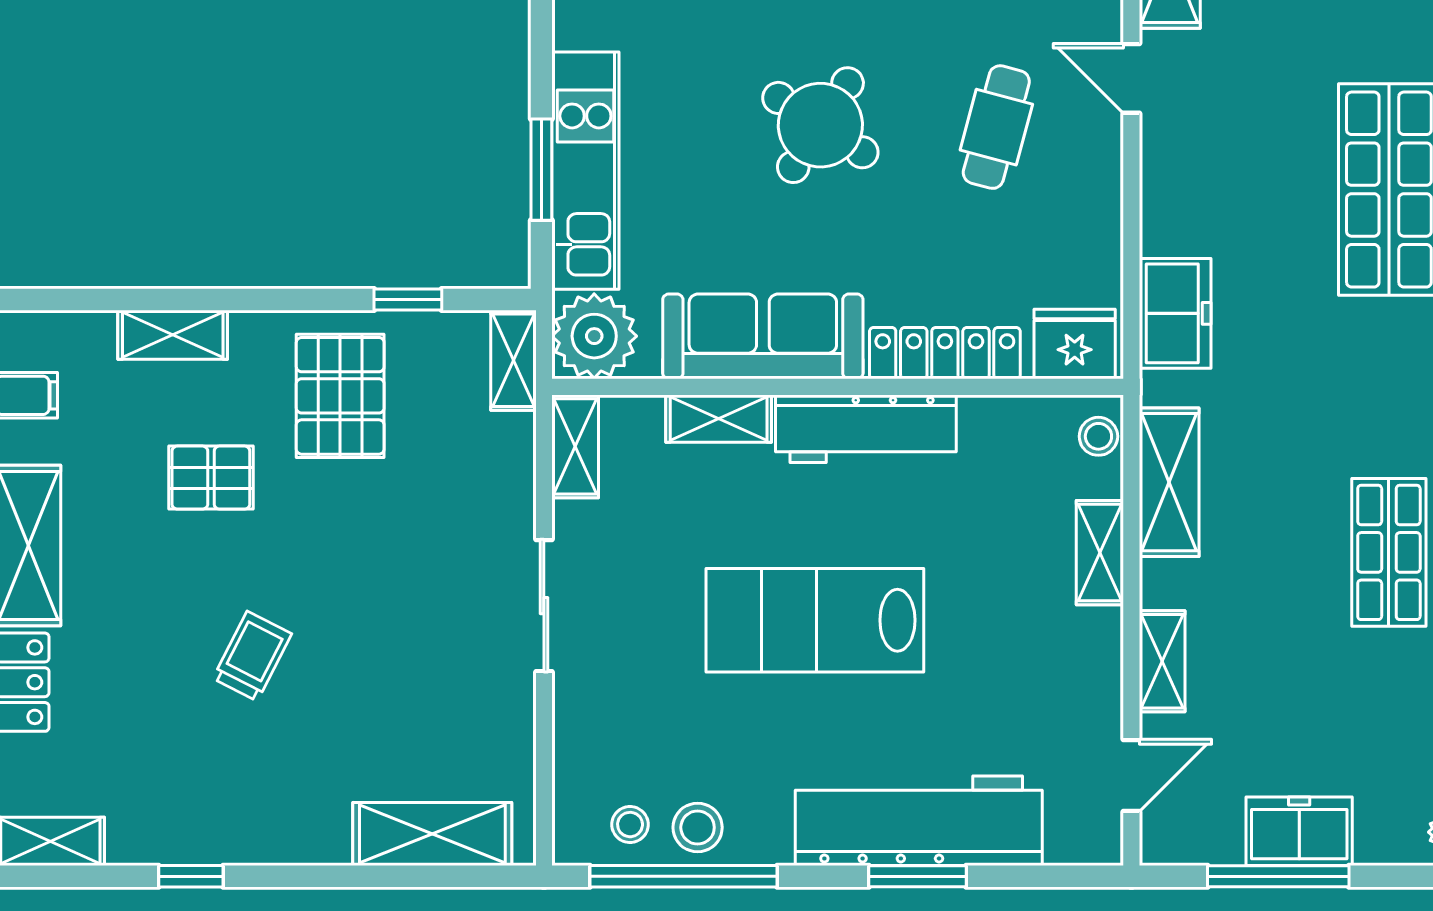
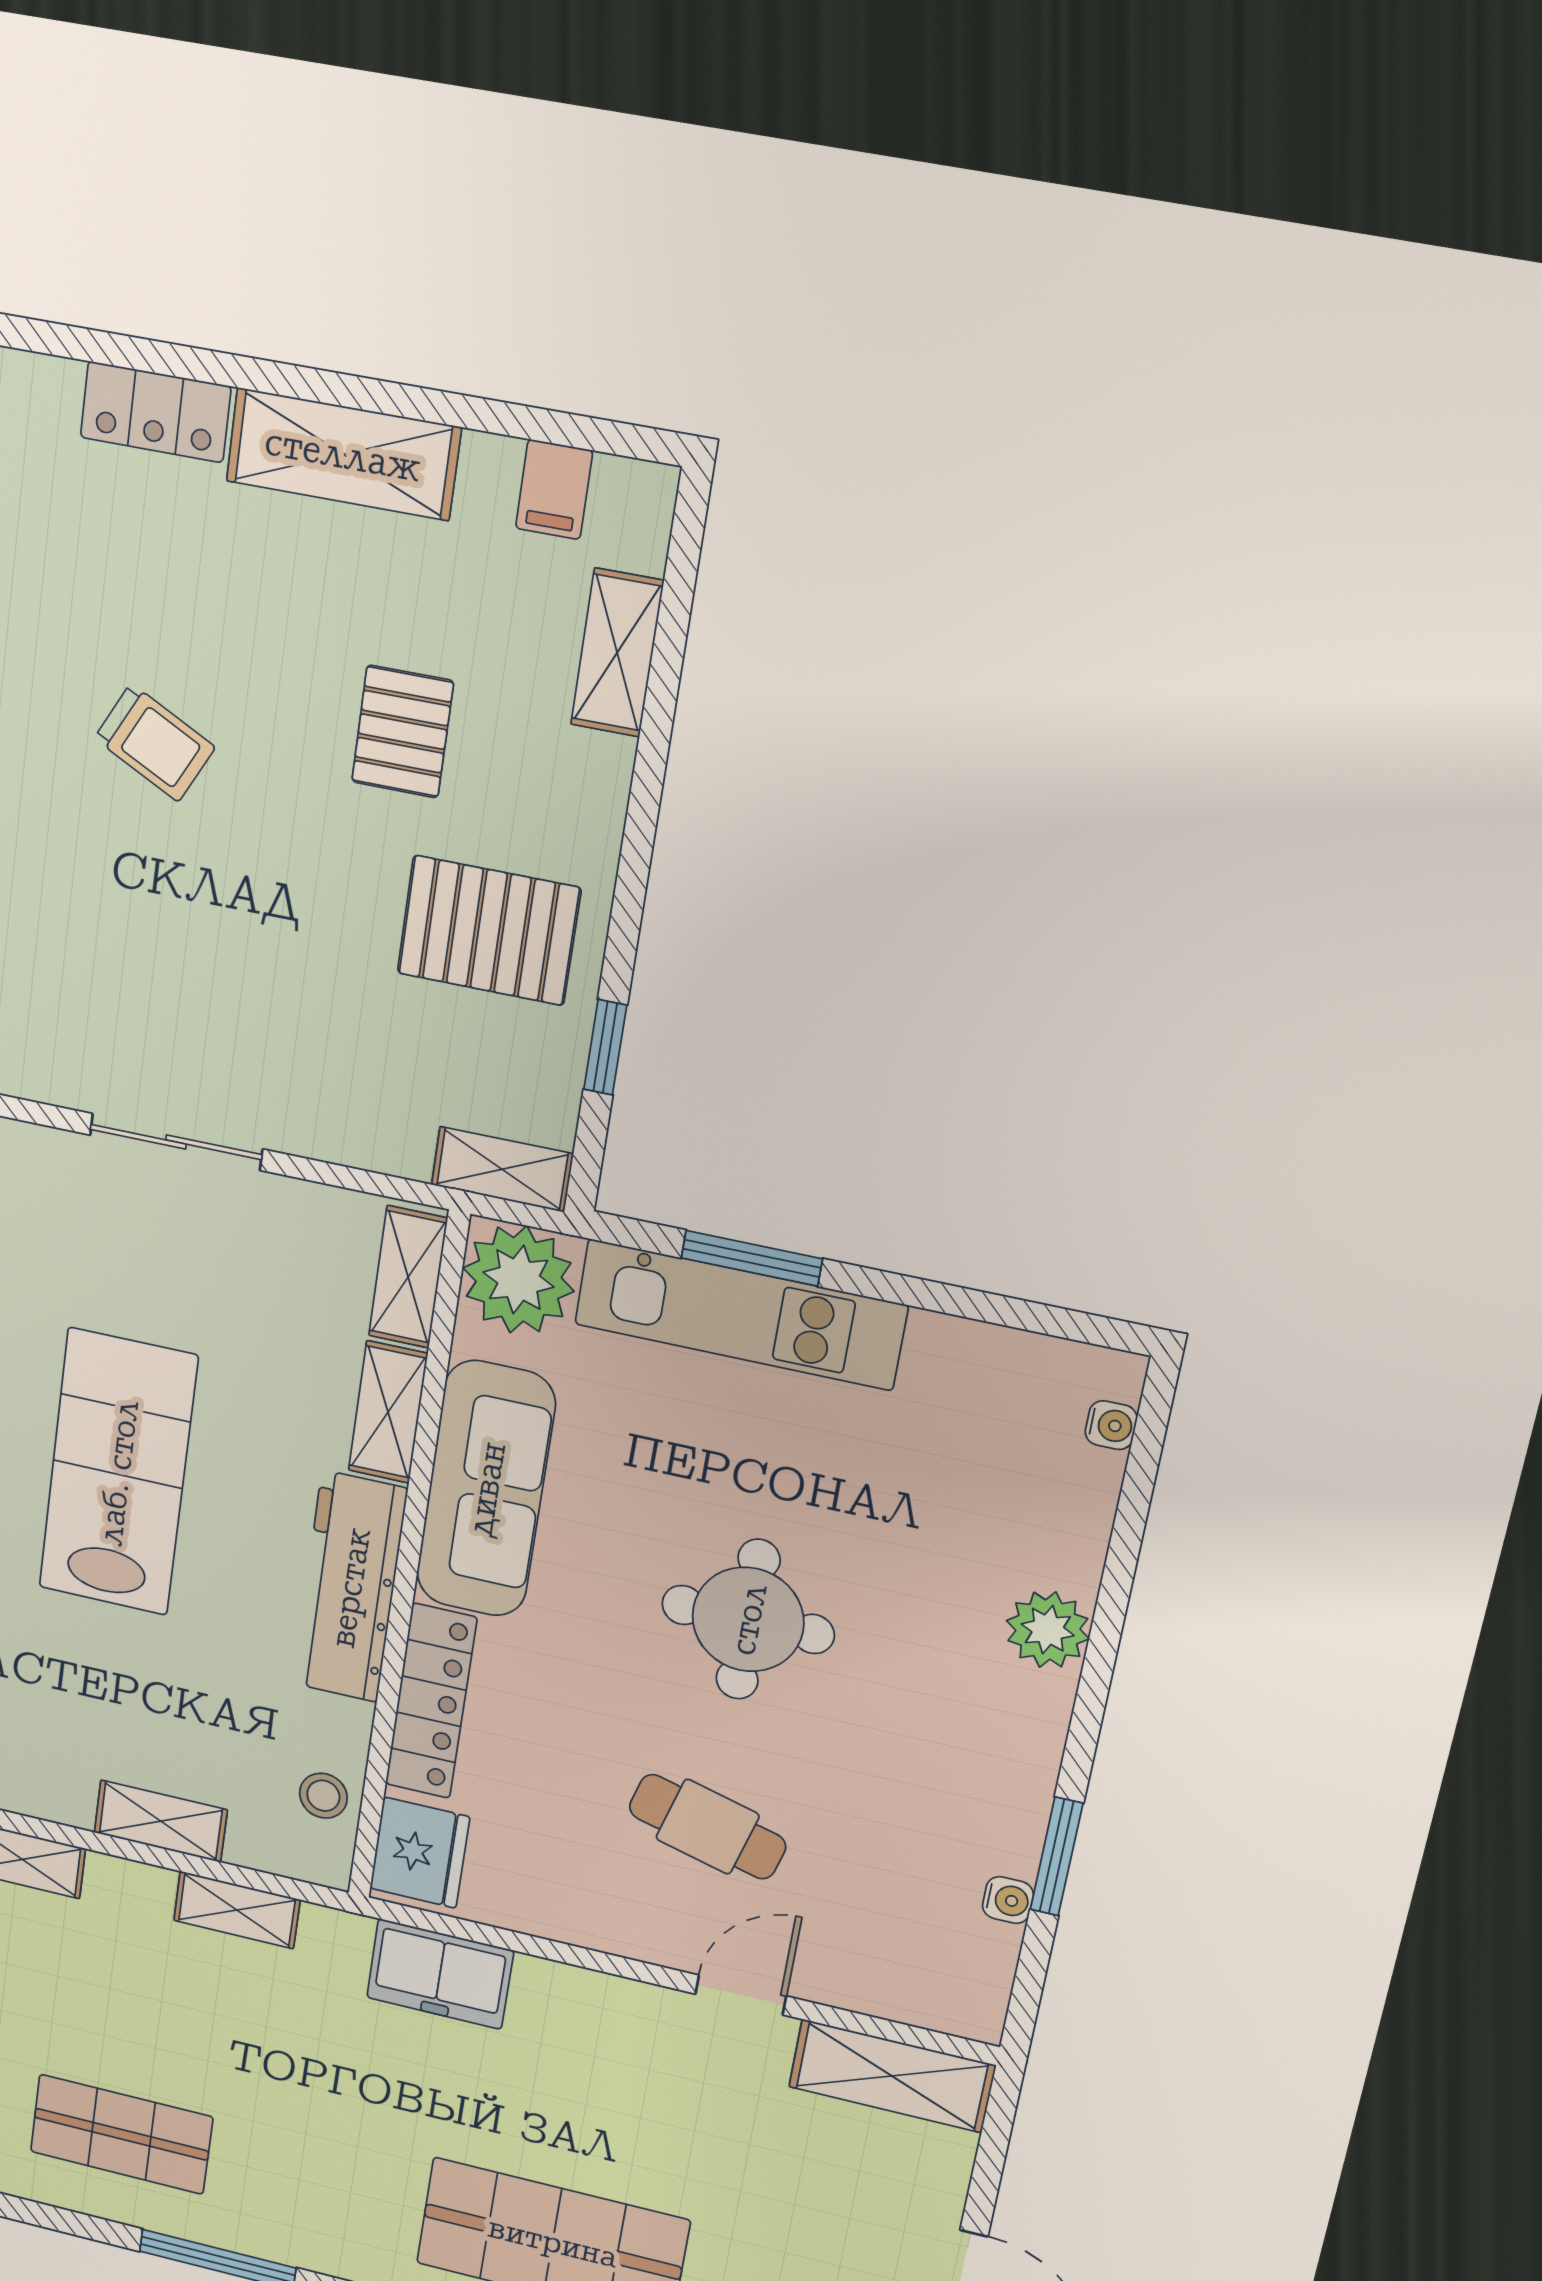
round table: (820, 125) -> (748, 1619), turned -33
shelving: (173, 335) -> (617, 653), moved
stool: (1098, 436) -> (323, 1796), moved
shelving: (575, 446) -> (408, 1277), moved, turned 90
shelving: (1169, 482) -> (237, 1910), width x0.67, depth x0.75

